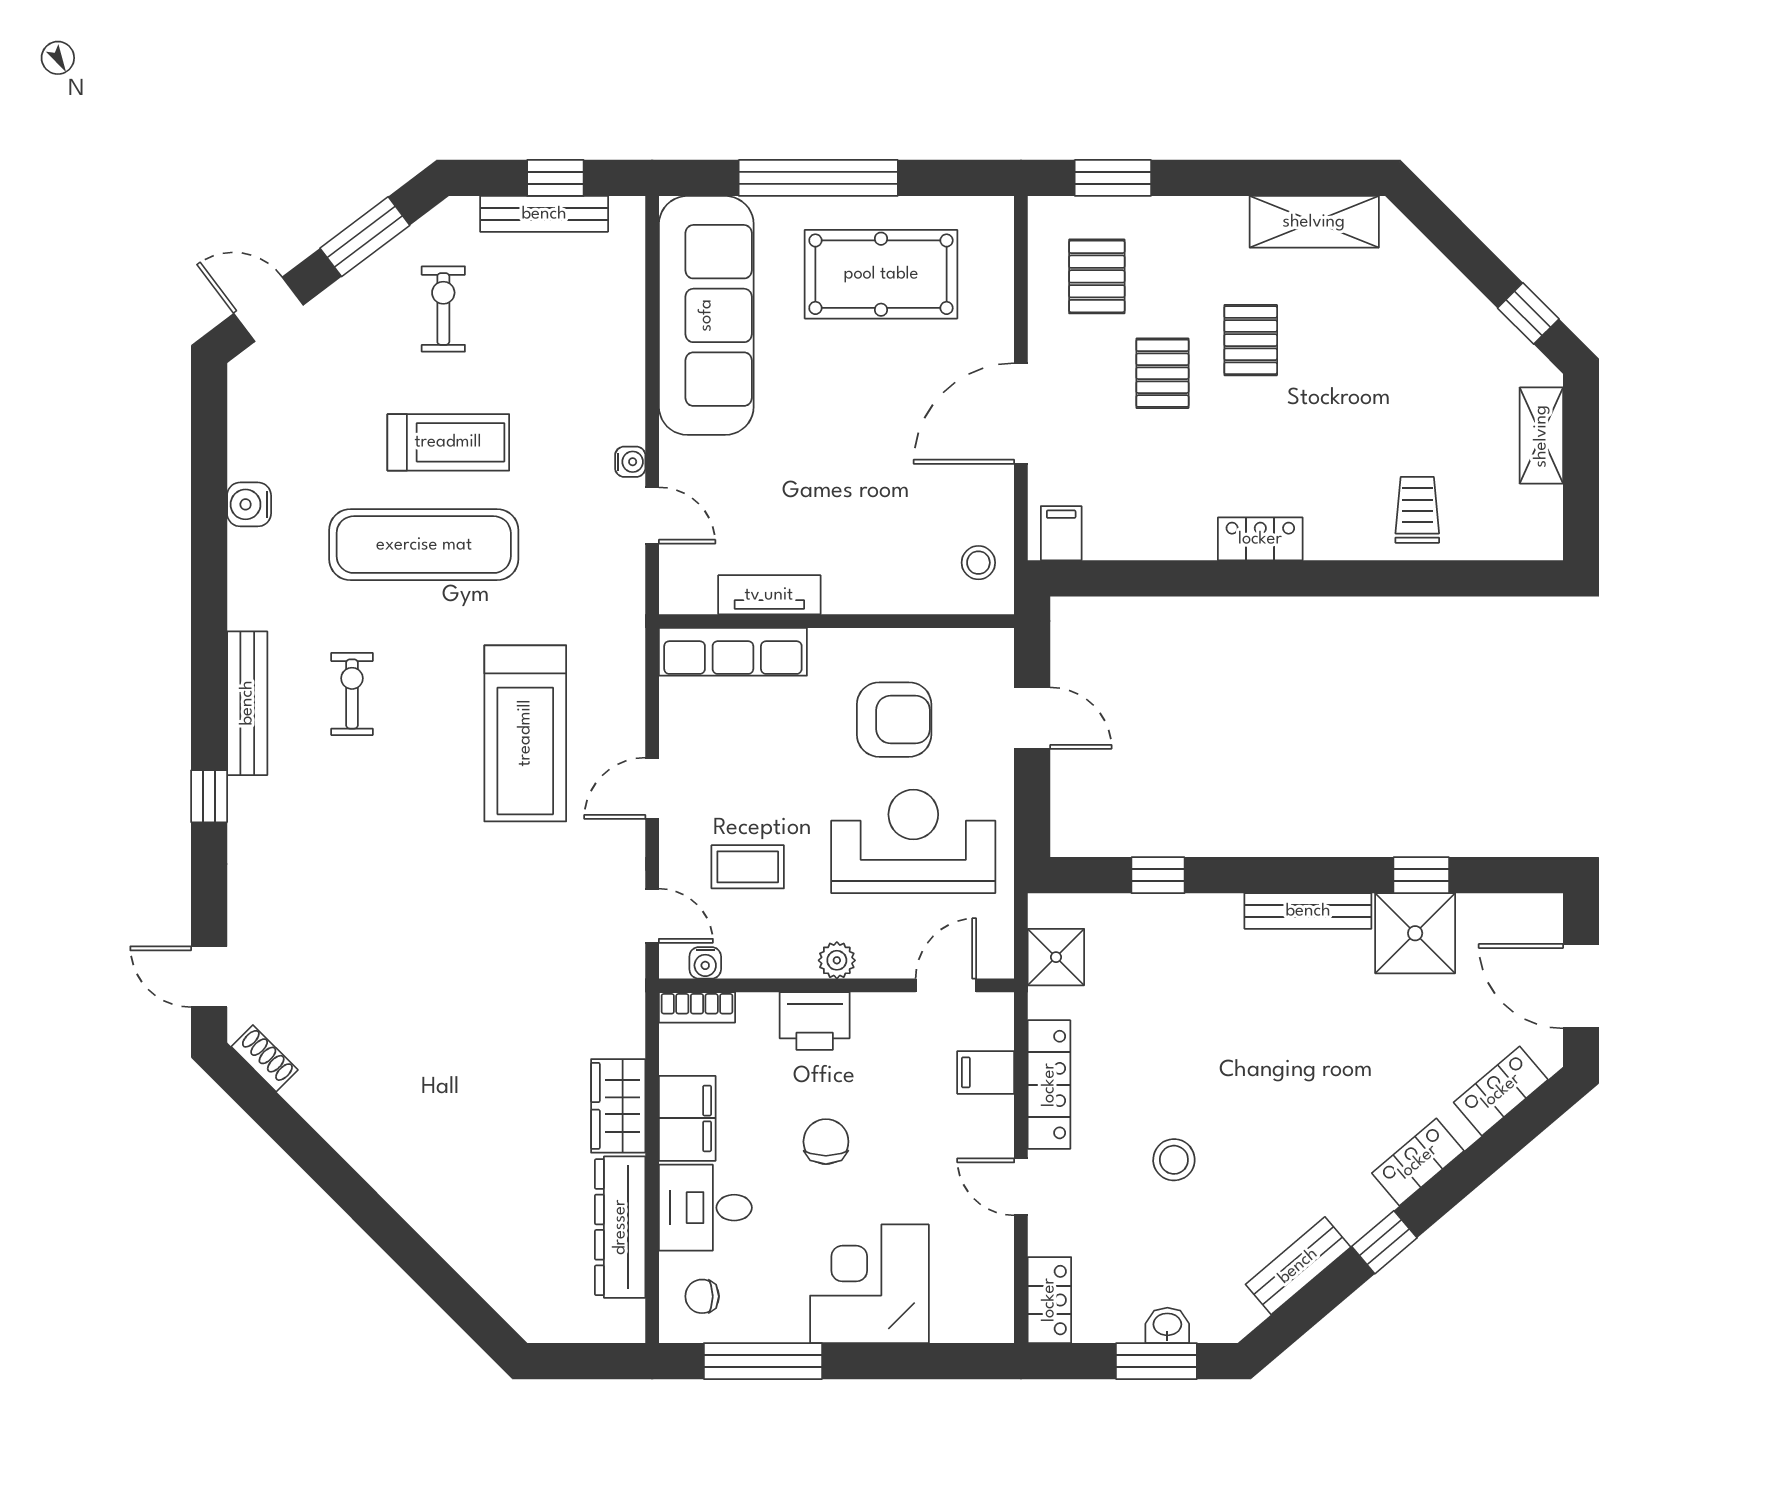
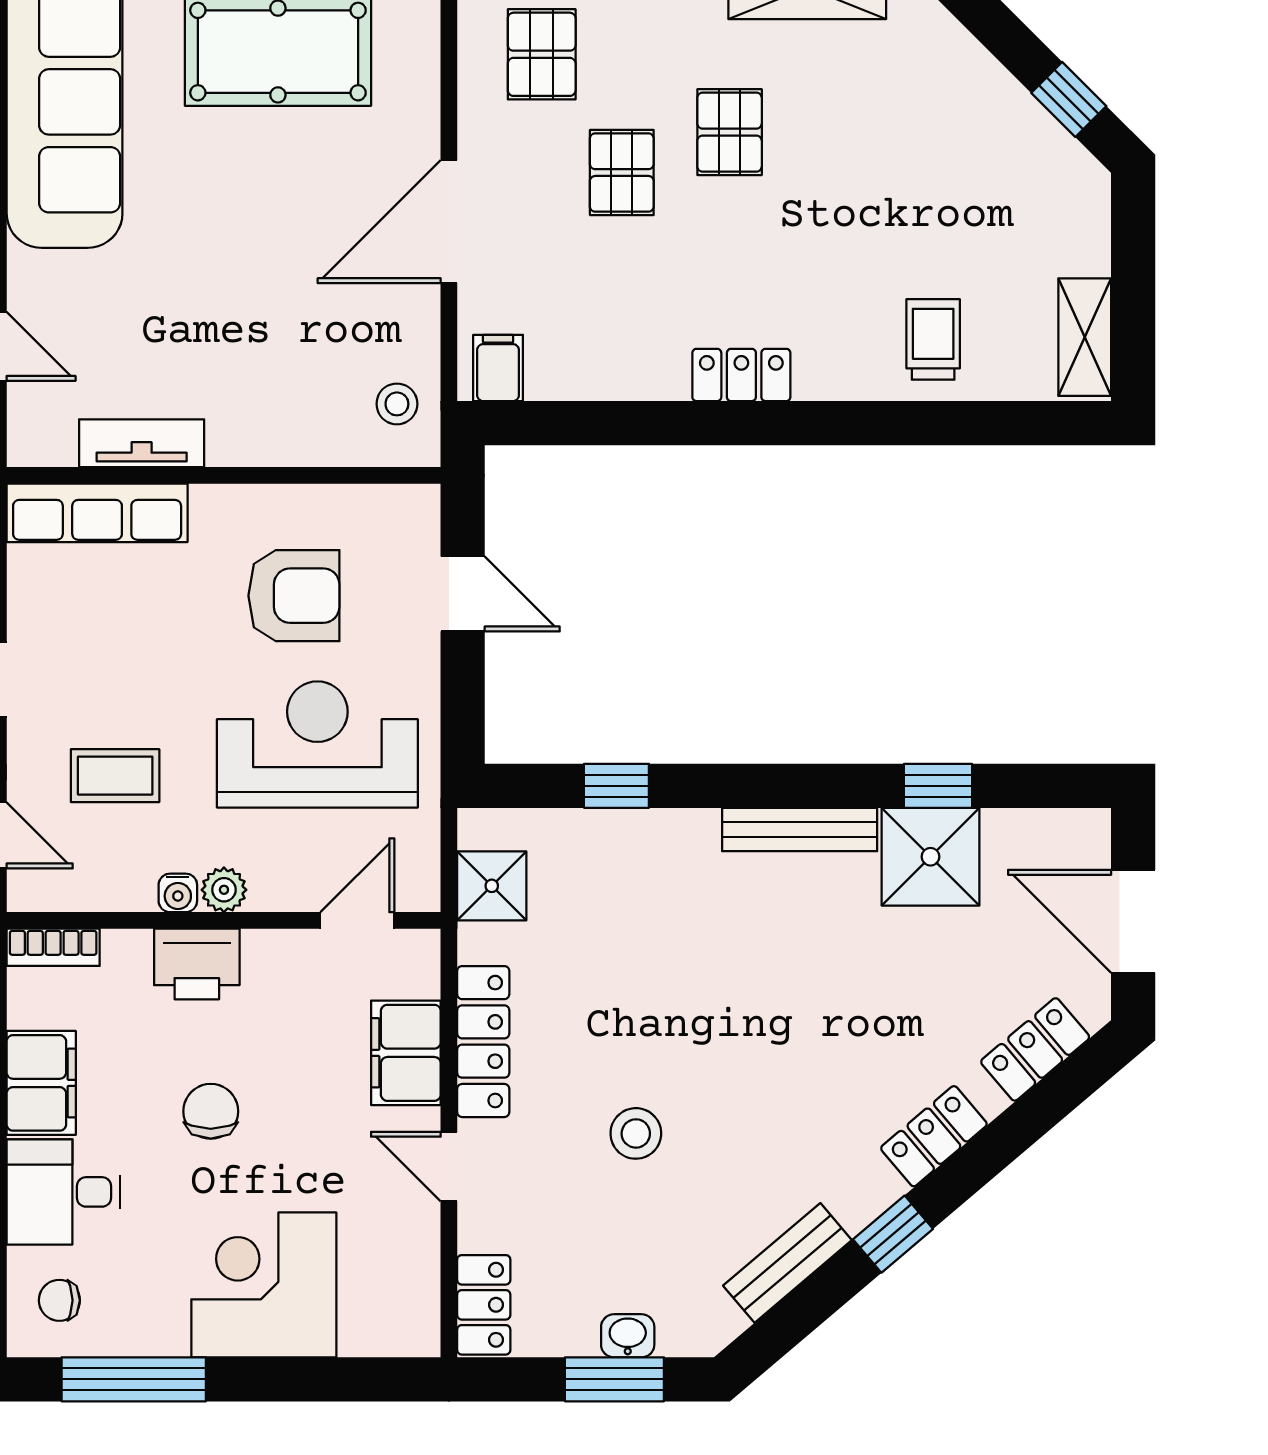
shelving: (1541, 436) -> (1085, 337), moved
water cooler: (705, 963) -> (178, 893), moved
filing cabinet: (986, 1072) -> (406, 1053), width x2.00

